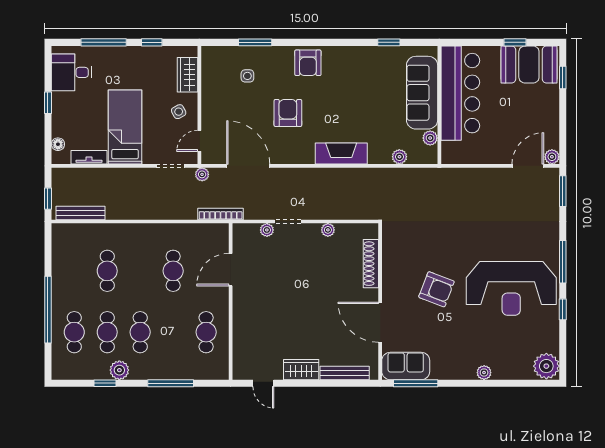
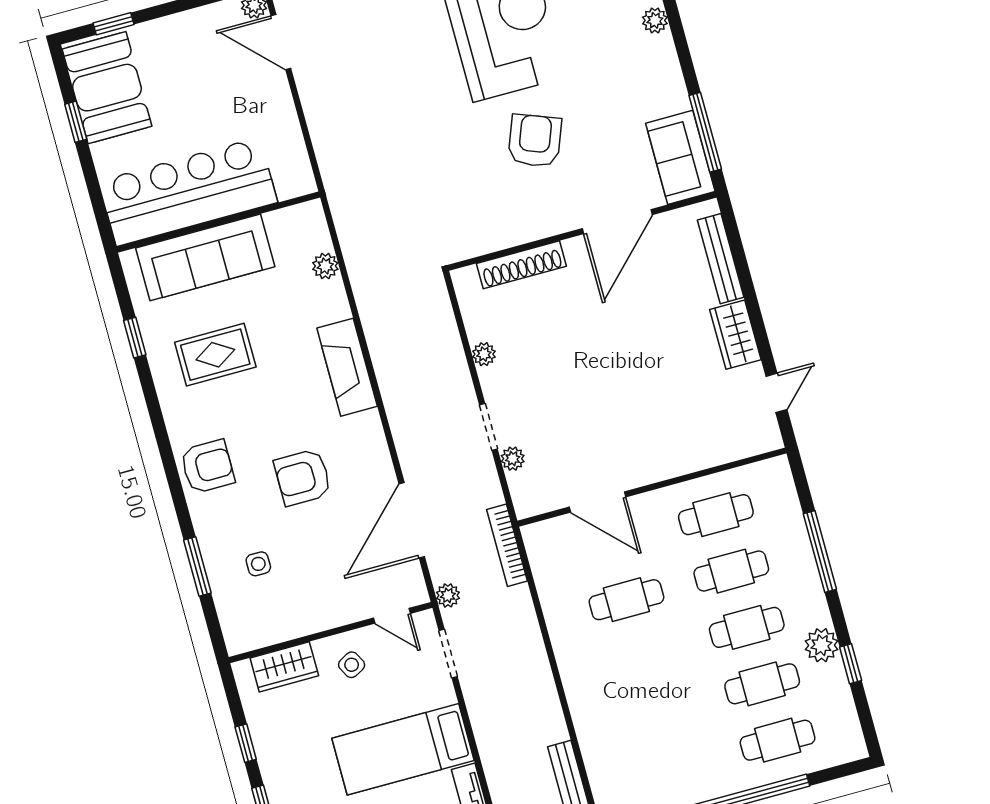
rug: (368, 84) -> (215, 355), added
plant: (430, 138) -> (279, 222), removed
cafe table: (107, 271) -> (731, 571), moved

